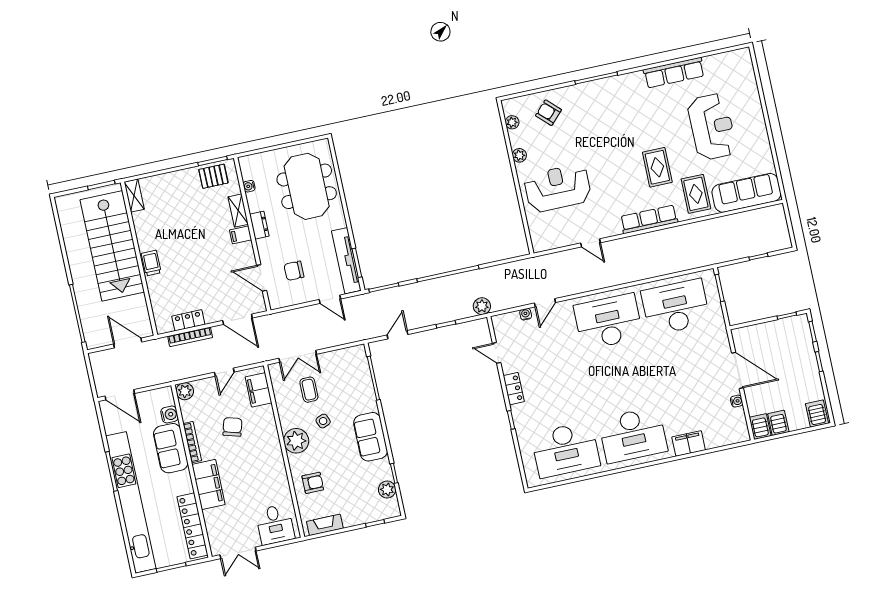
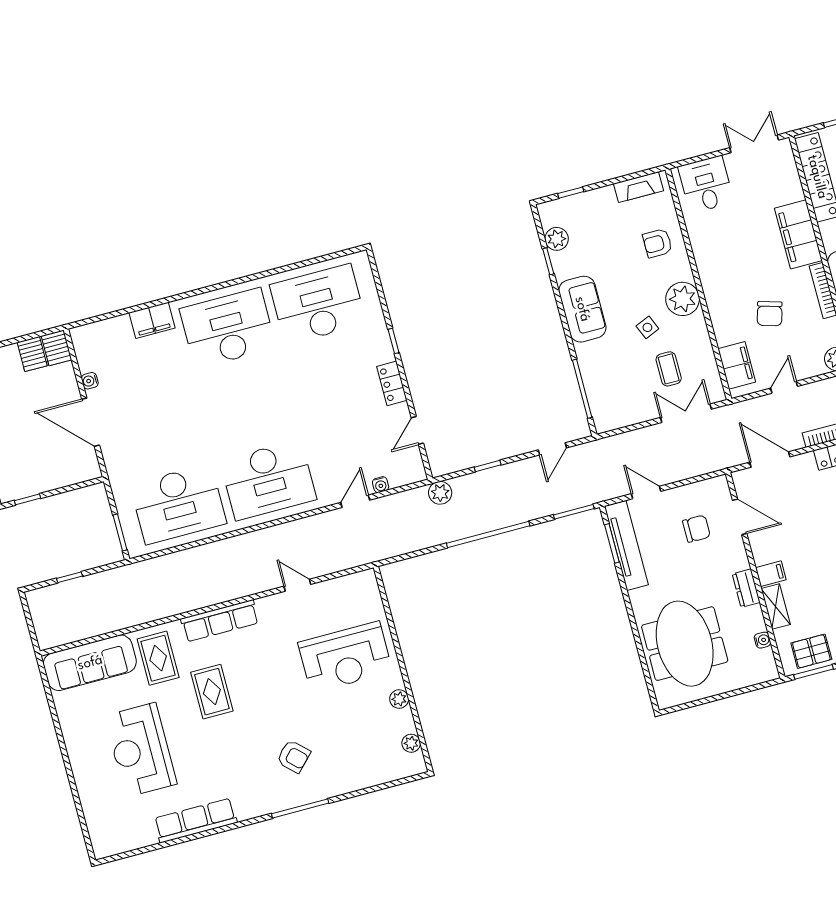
armchair: (548, 113) -> (294, 756), moved
door: (497, 353) -> (417, 430), swing flipped

